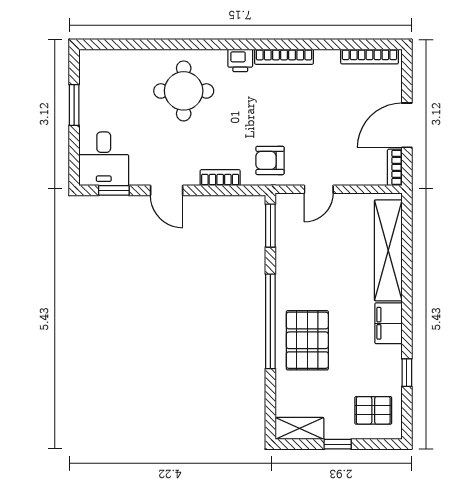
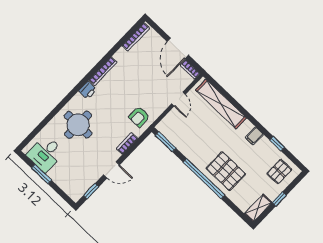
desk: (104, 159) -> (45, 154), moved, turned 90
door: (319, 189) -> (178, 99), moved
filing cabinet: (388, 323) -> (254, 136), width x0.50

